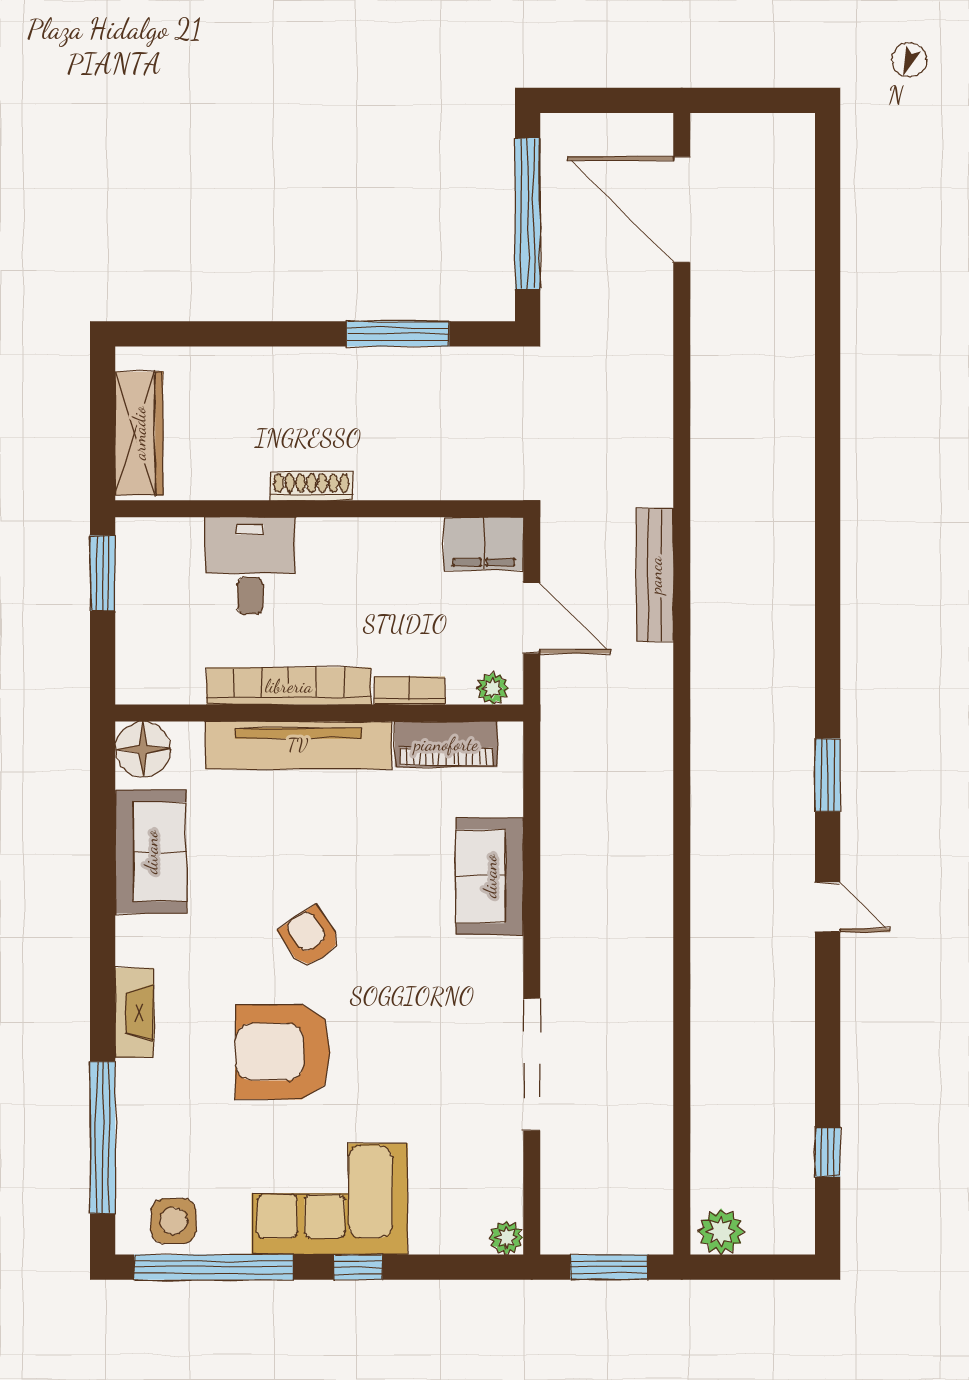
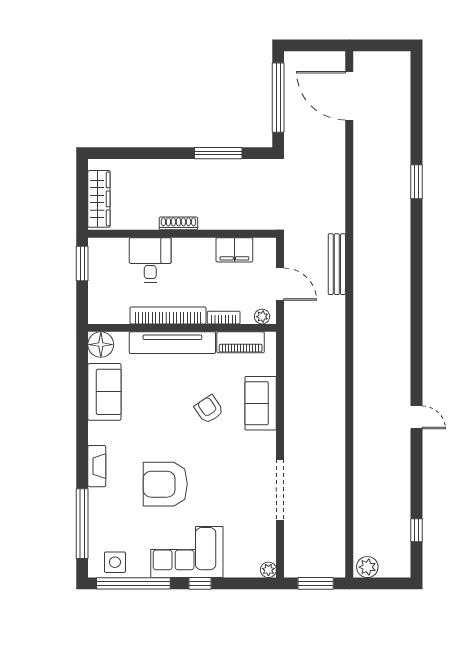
filing cabinet: (484, 544) -> (234, 250), moved
window: (828, 775) -> (417, 182), moved
armchair: (310, 937) -> (209, 409), moved

